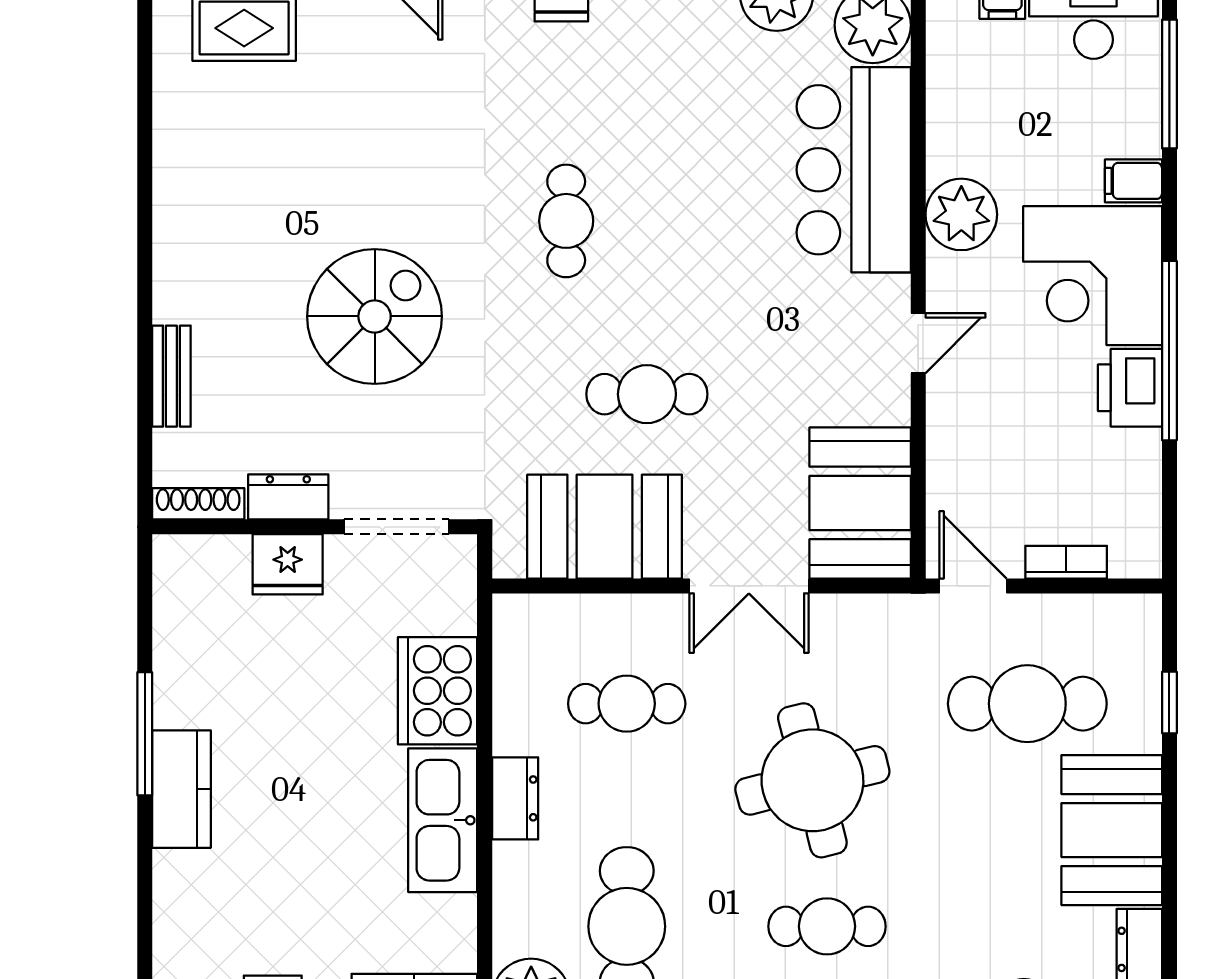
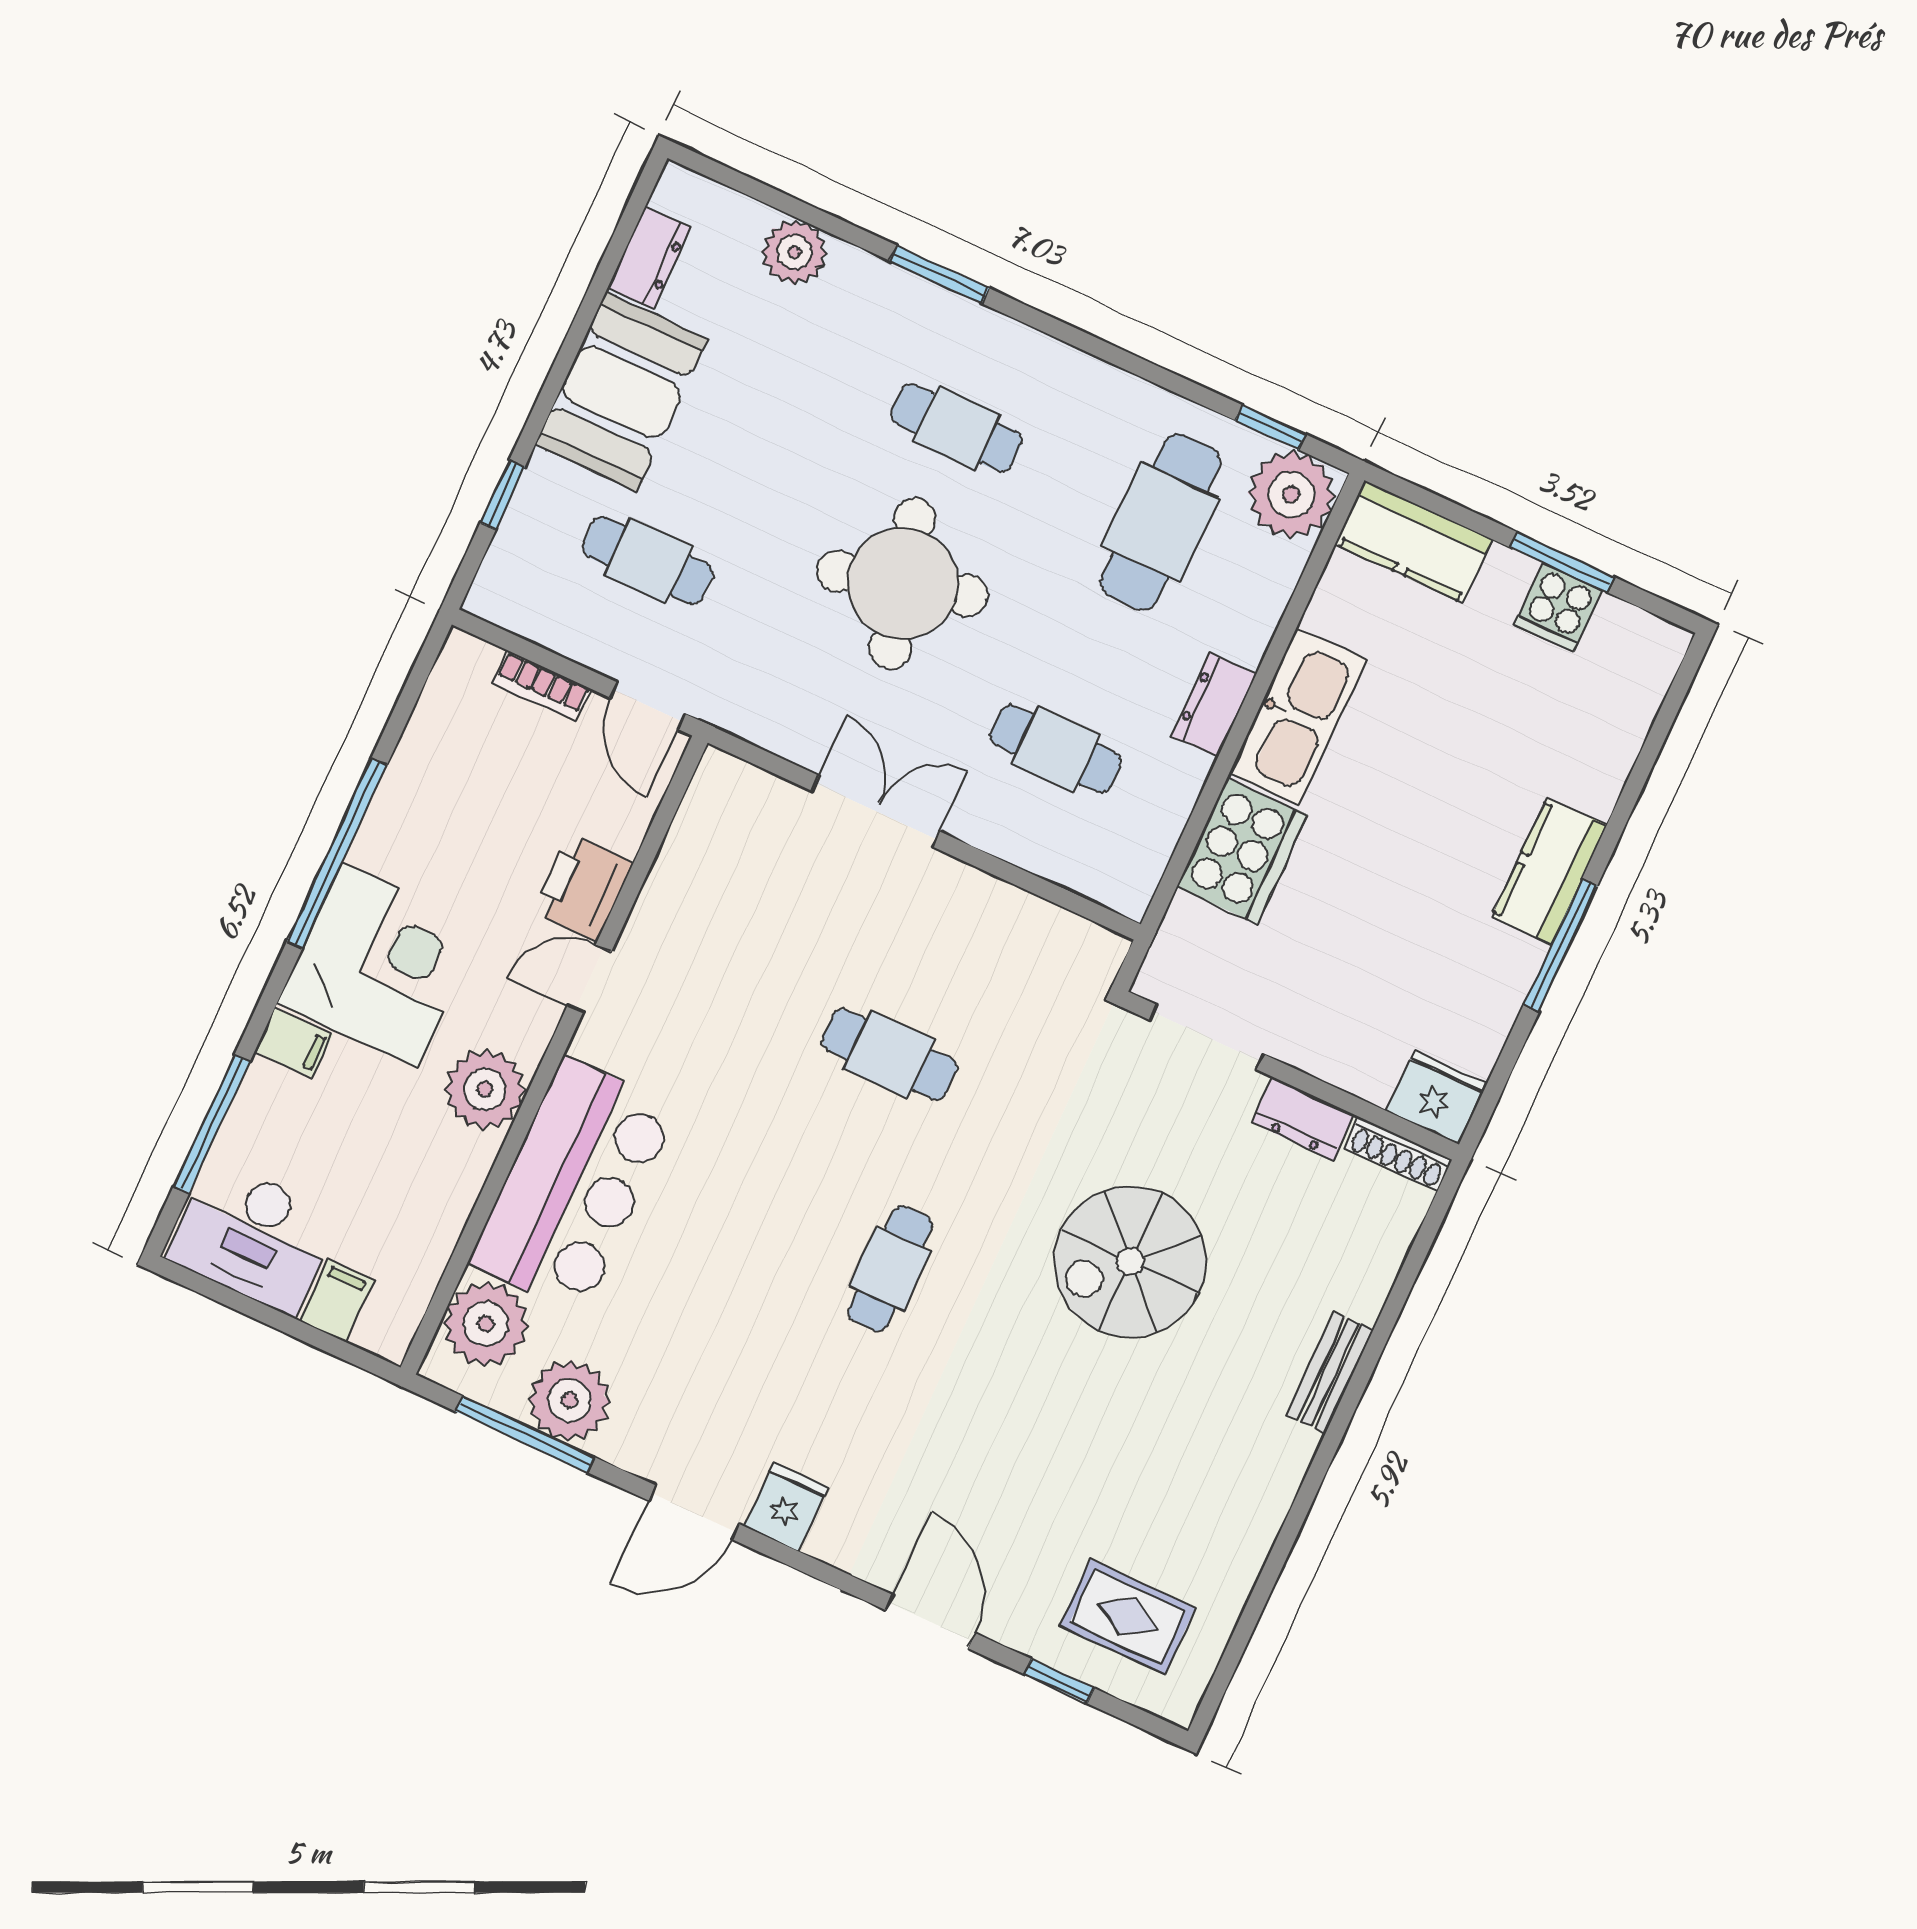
bench: (171, 376) -> (1330, 1373), moved
printer: (1130, 388) -> (583, 887), moved, turned 180
booth: (860, 503) -> (724, 843), removed
booth: (605, 527) -> (995, 939), removed
fridge: (288, 564) -> (1436, 1097), moved
cafe table: (1027, 704) -> (648, 560), width x0.73, depth x0.74

